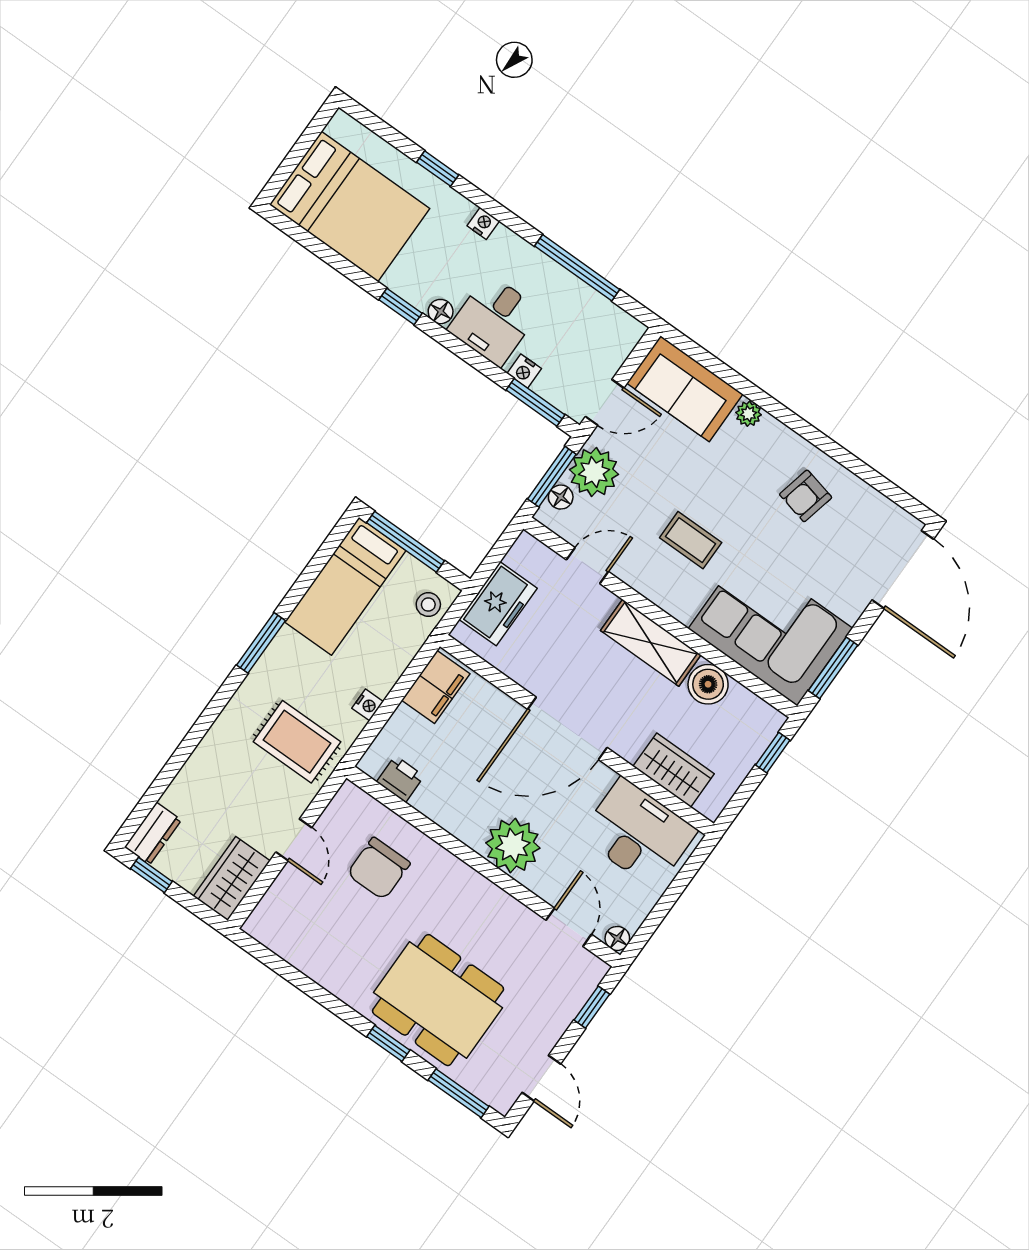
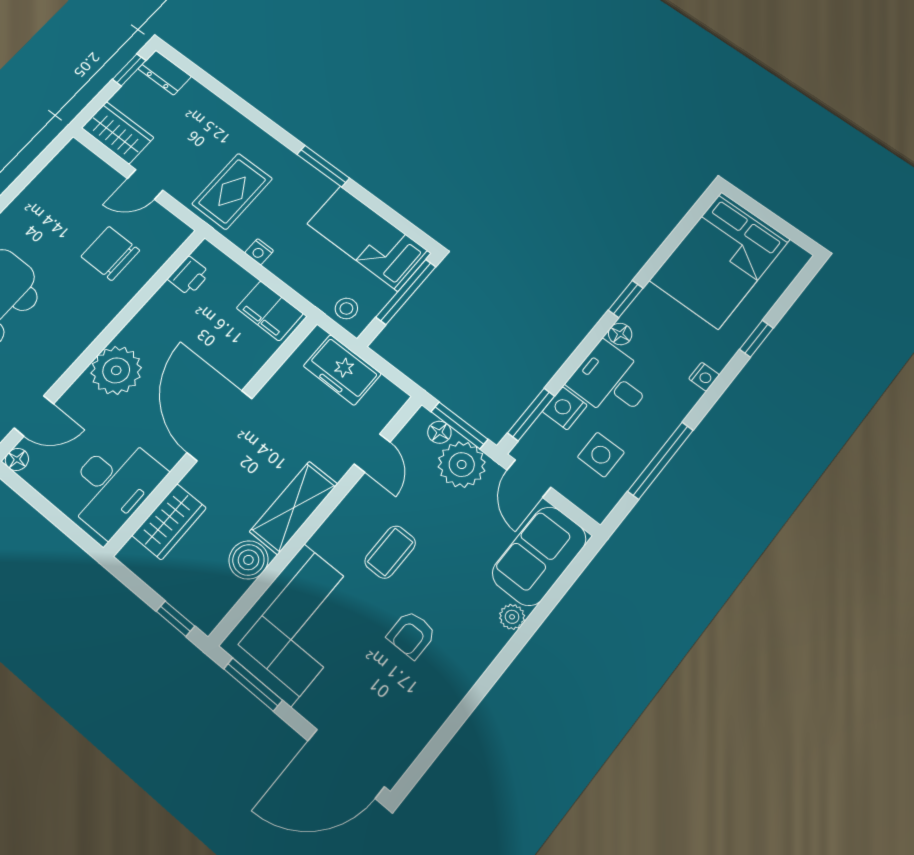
side table: (575, 329) -> (601, 455), added
nightstand: (524, 371) -> (565, 408), width x1.39, depth x1.35
armchair: (806, 496) -> (412, 635), moved, turned -103

